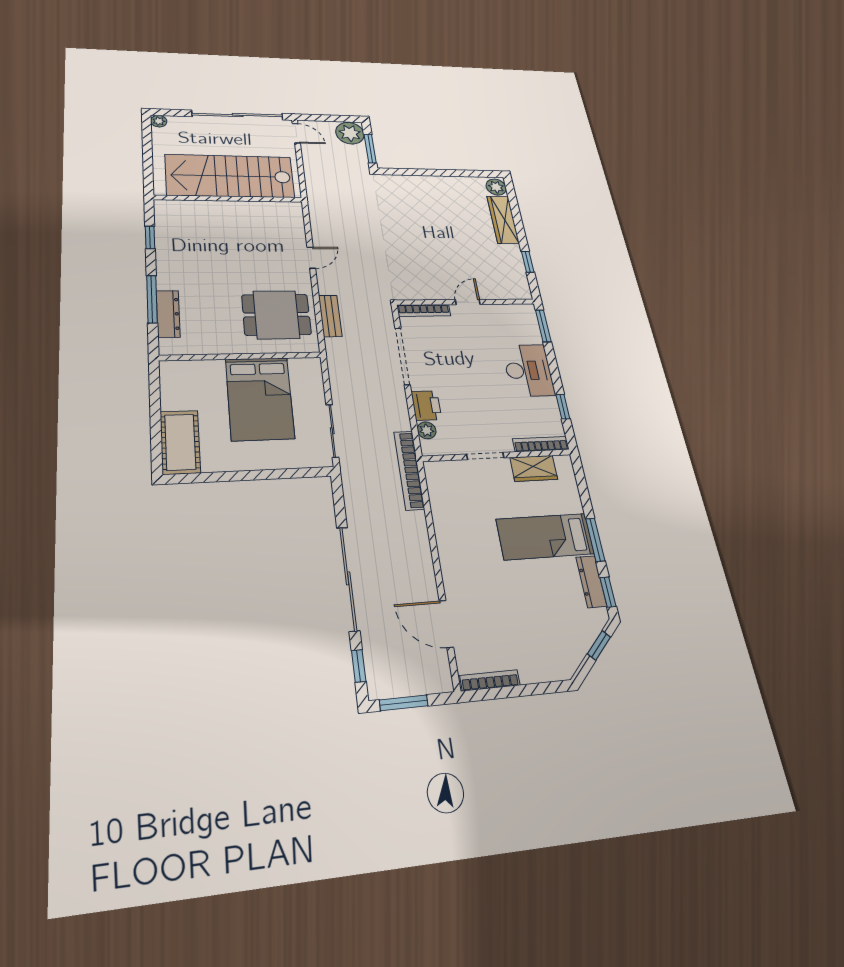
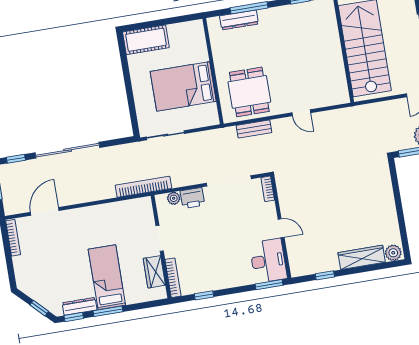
bookcase: (424, 310) -> (268, 189), width x0.64
desk: (528, 370) -> (268, 261), moved, turned -90

